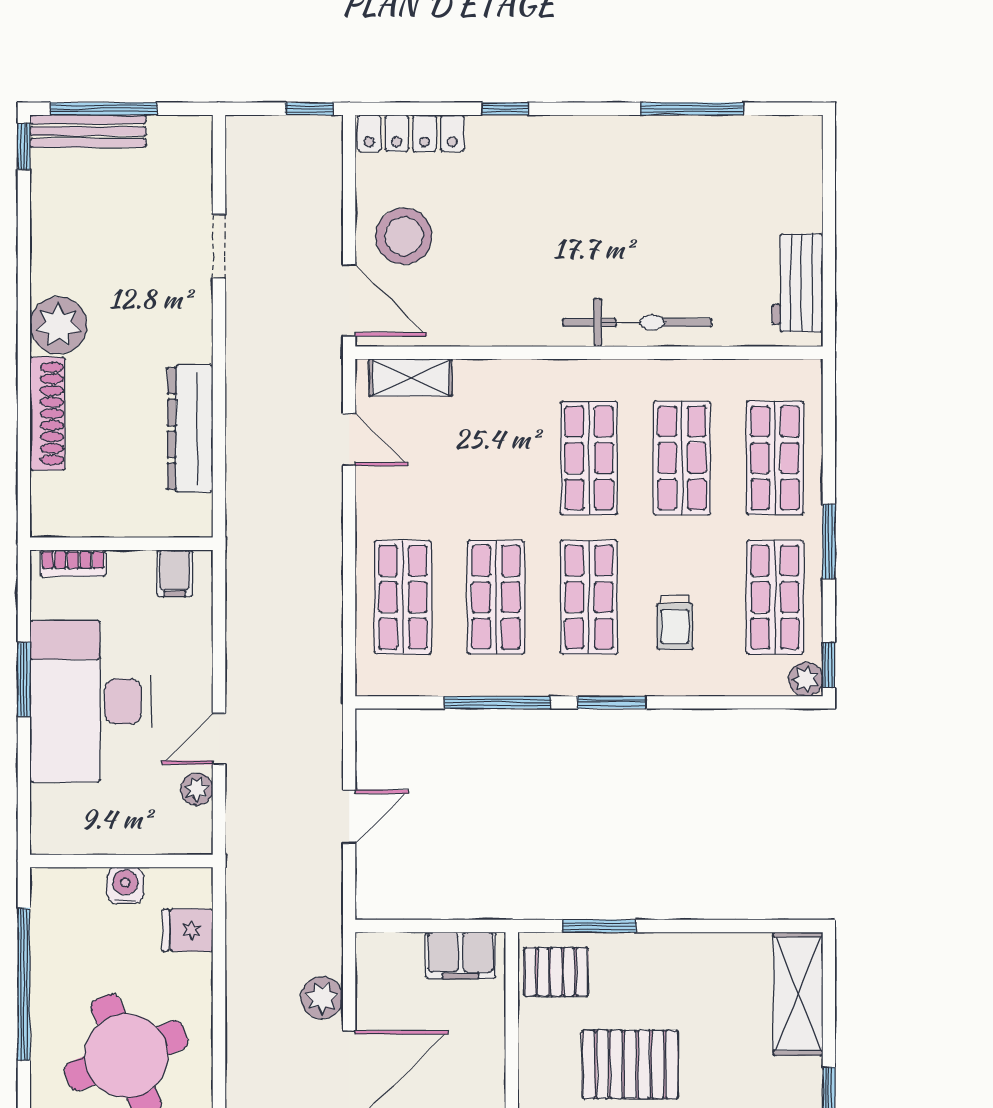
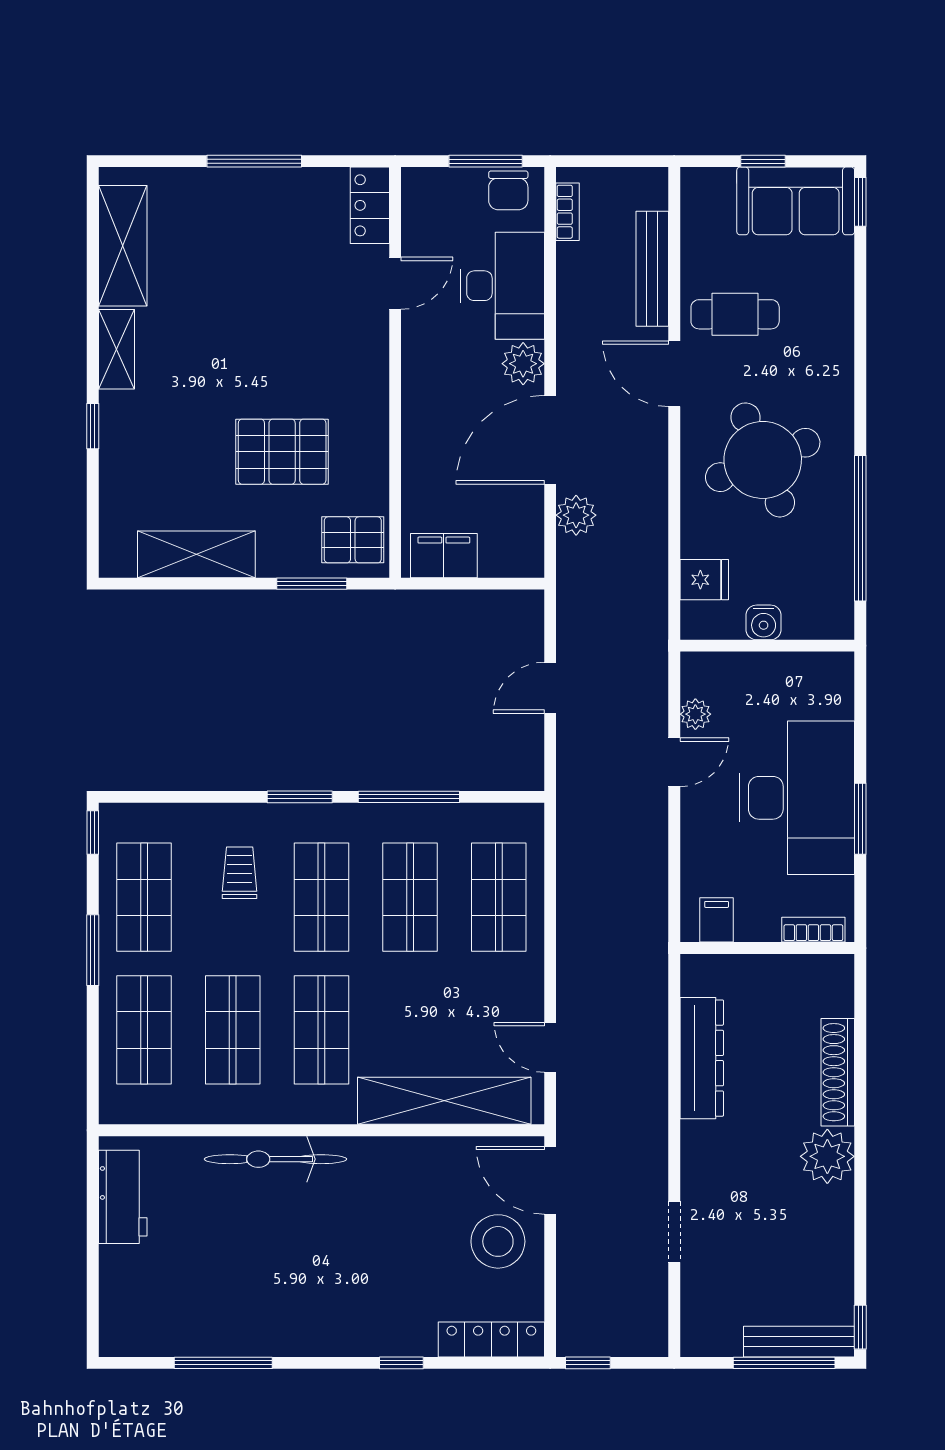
shelving: (411, 377) -> (444, 1101), width x2.20, depth x1.33
plant: (806, 679) -> (115, 819), removed
shelving: (798, 994) -> (196, 554), moved, turned 90

